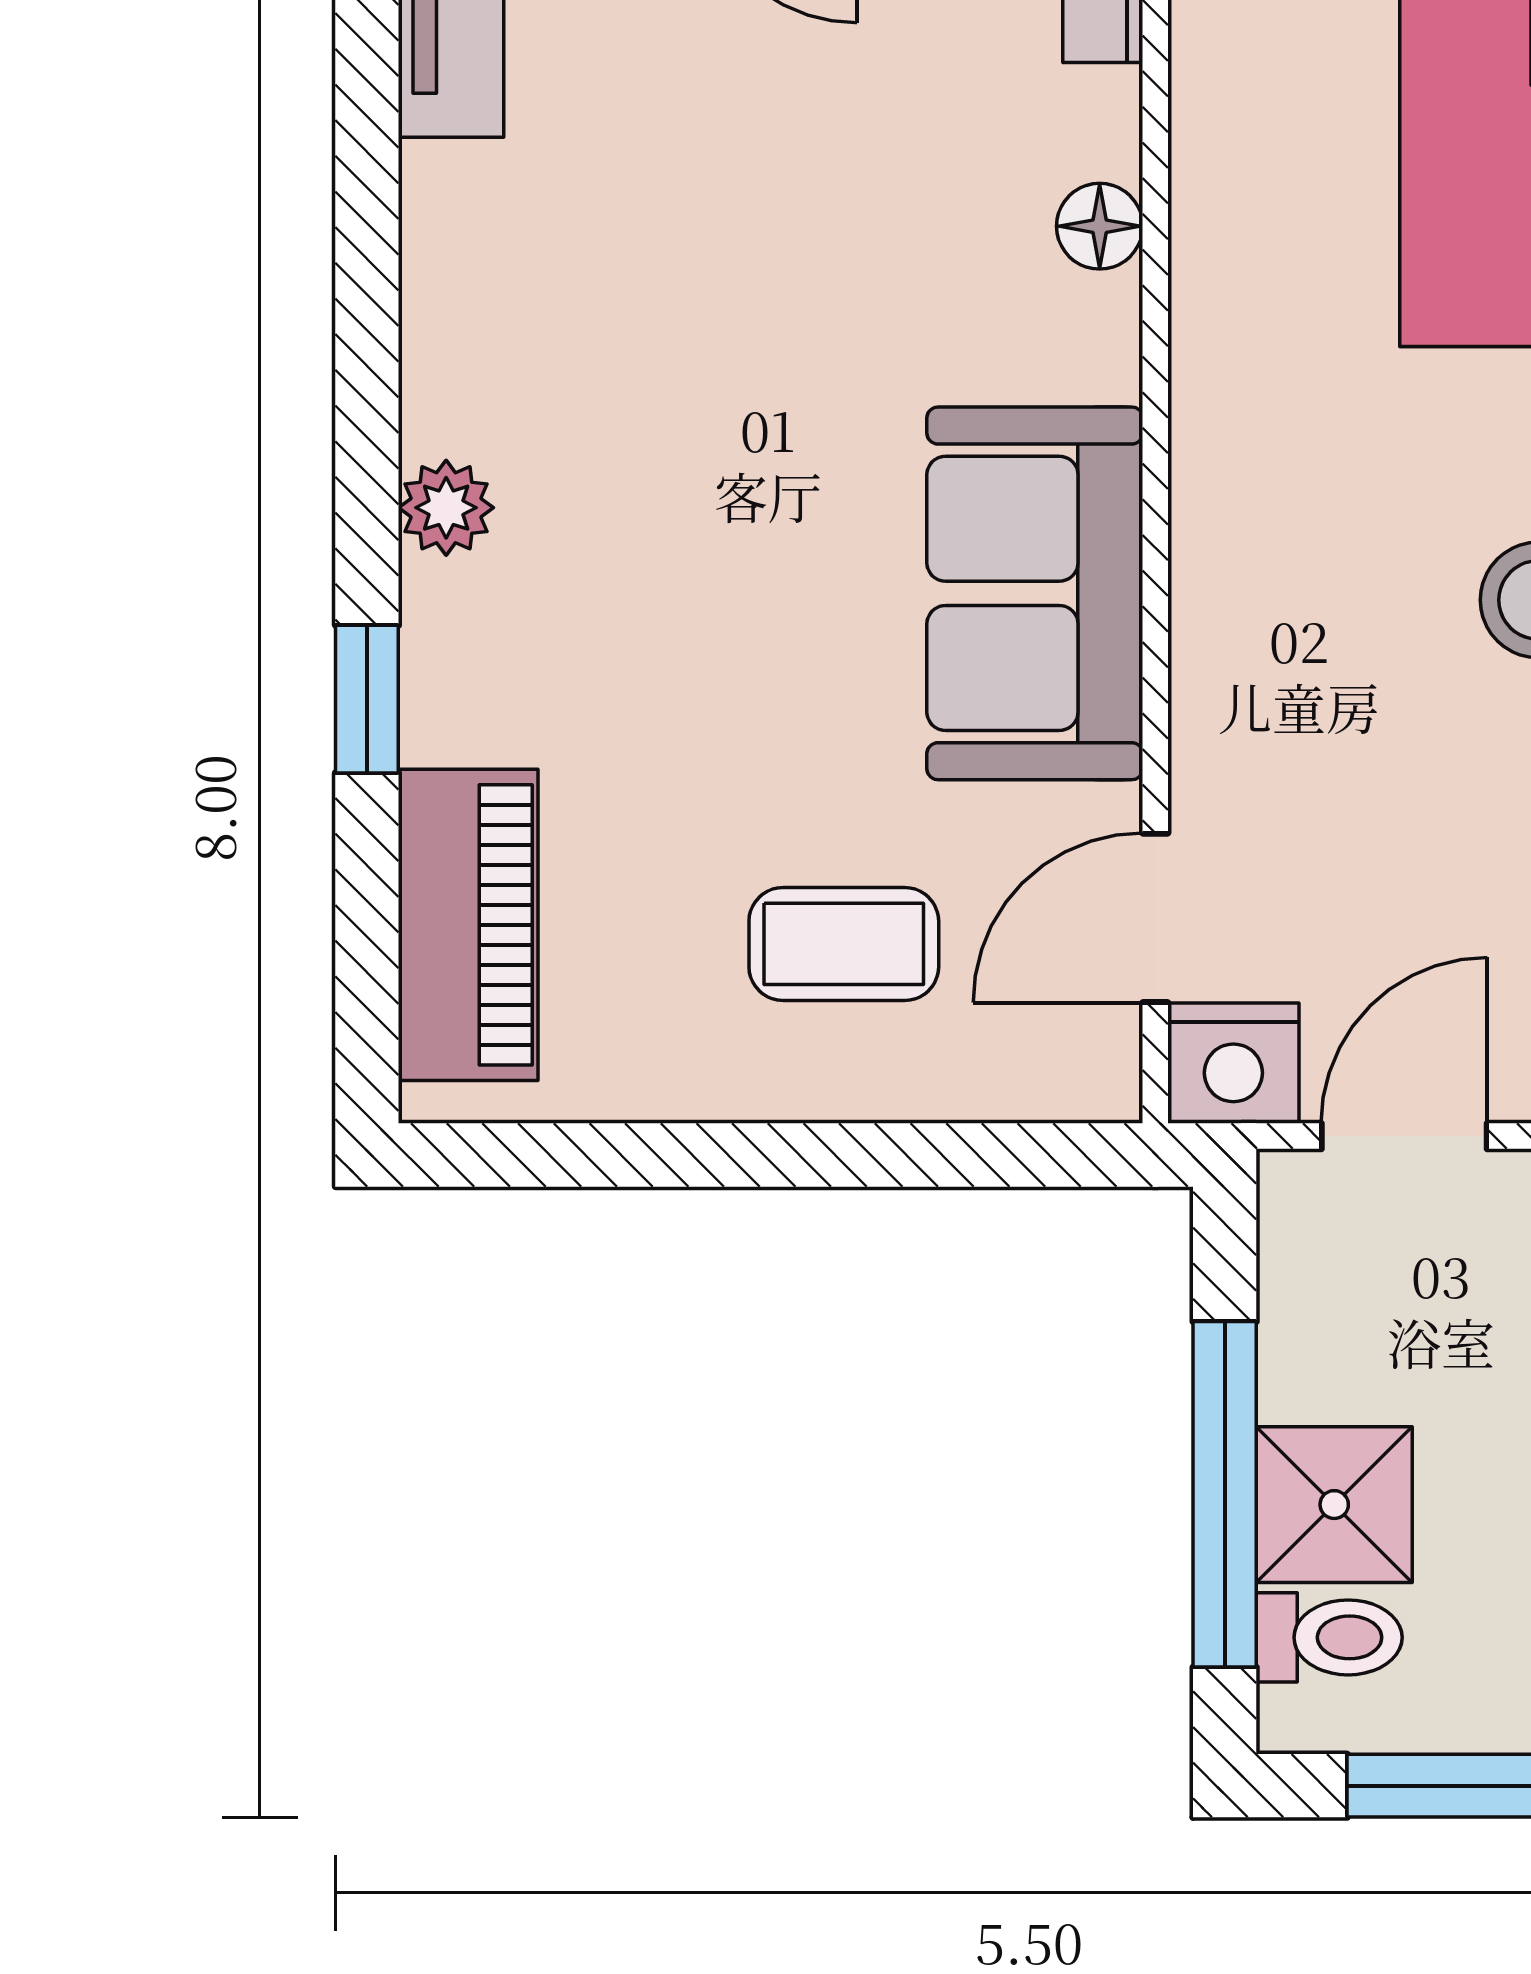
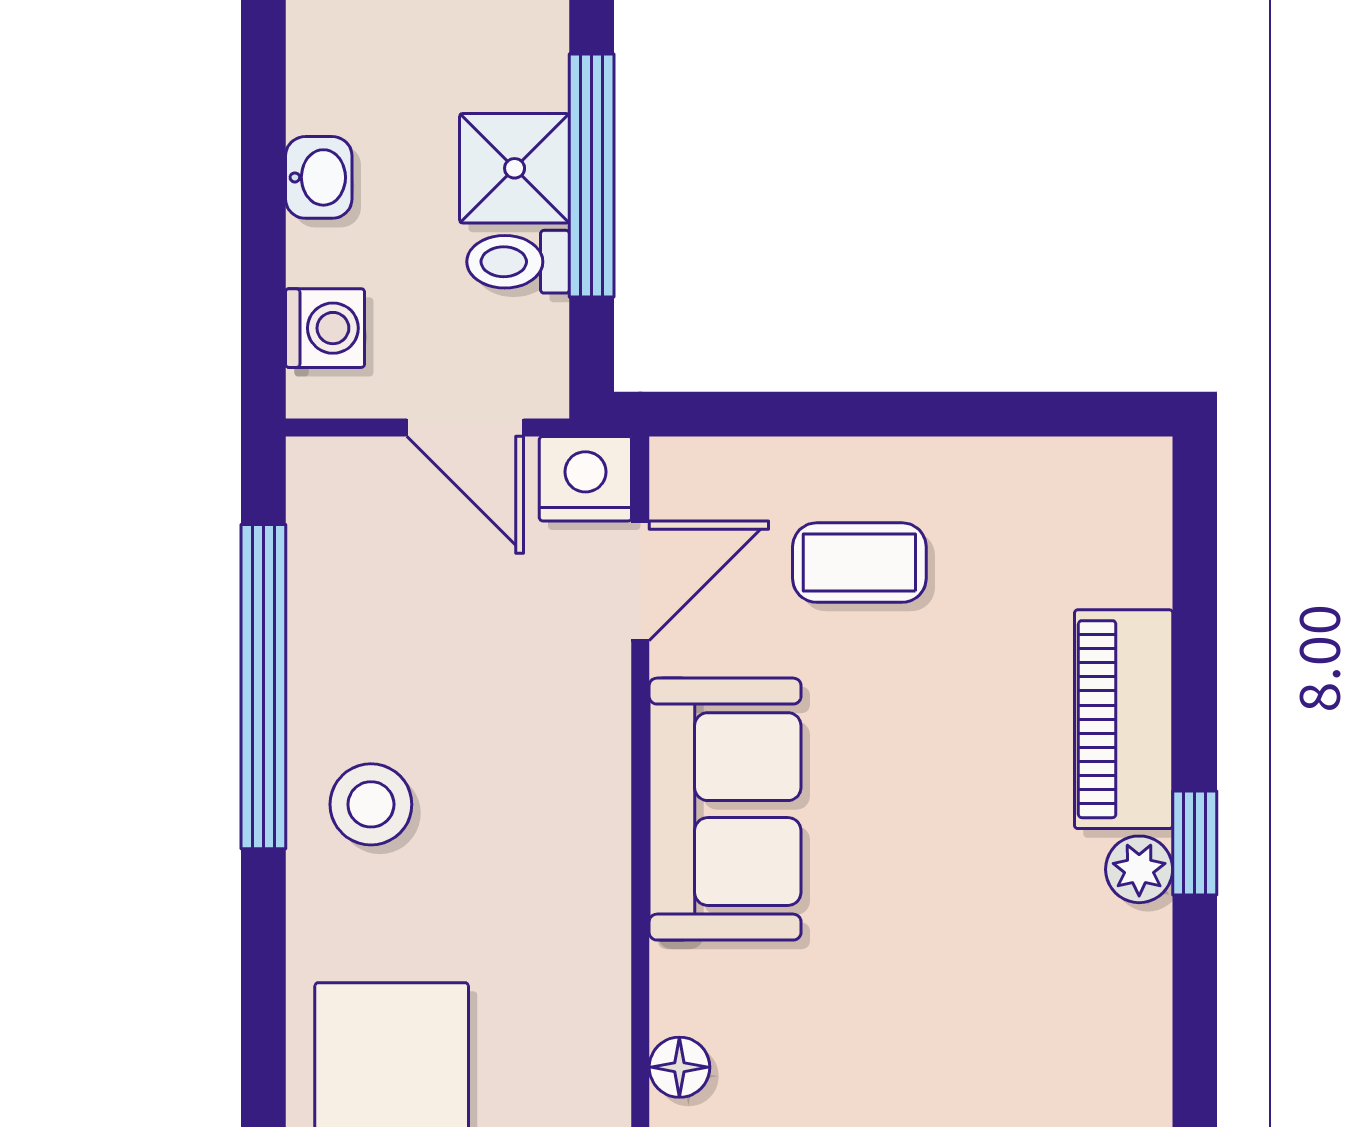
window: (367, 699) -> (1195, 843), moved
piano: (468, 925) -> (1124, 719), moved
door: (1404, 1136) -> (465, 427), hinge flipped
toilet: (1329, 1637) -> (518, 262), moved

